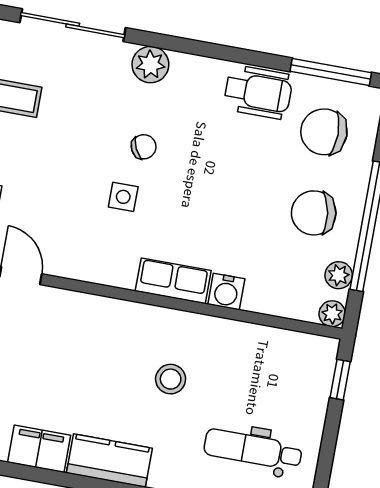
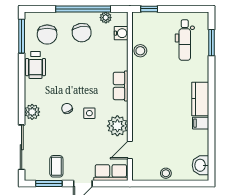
wheelchair: (258, 92) -> (36, 65), turned 180
water cooler: (226, 292) -> (121, 33), moved
plant: (332, 314) -> (117, 126), moved, width x1.88, depth x1.88
stool: (171, 379) -> (140, 51), moved
filing cabinet: (39, 449) -> (201, 123), width x0.50

